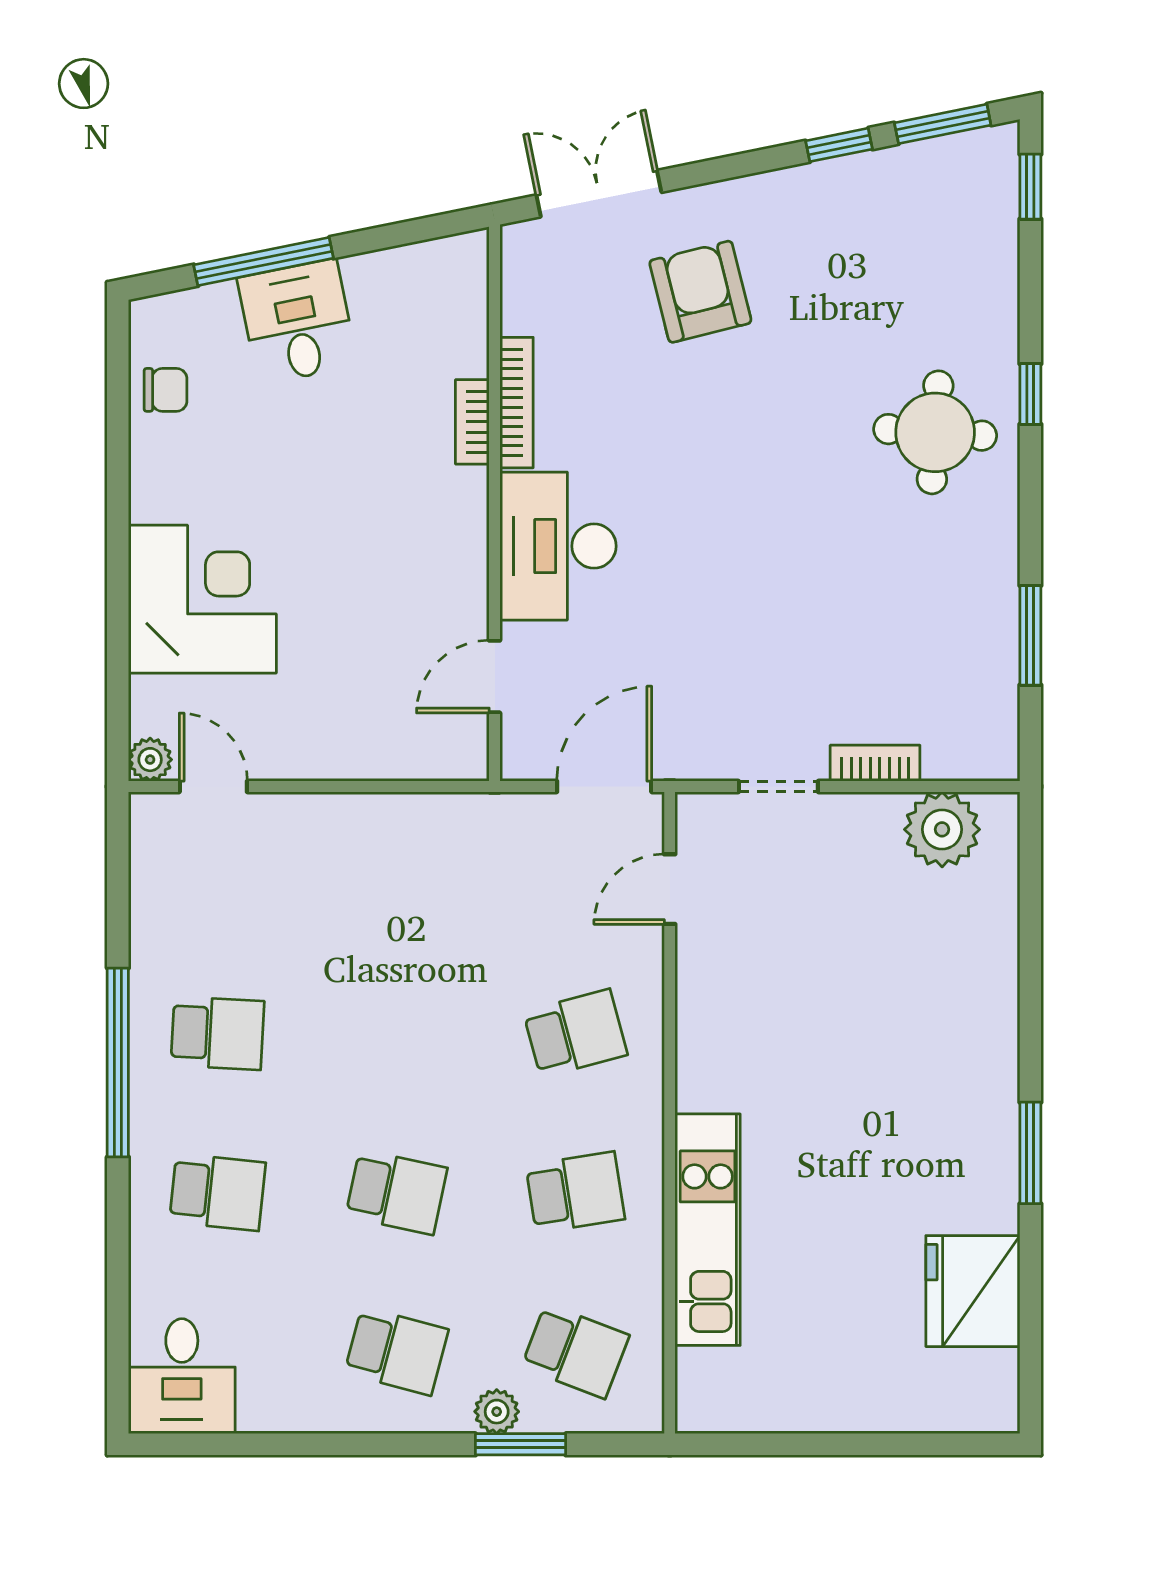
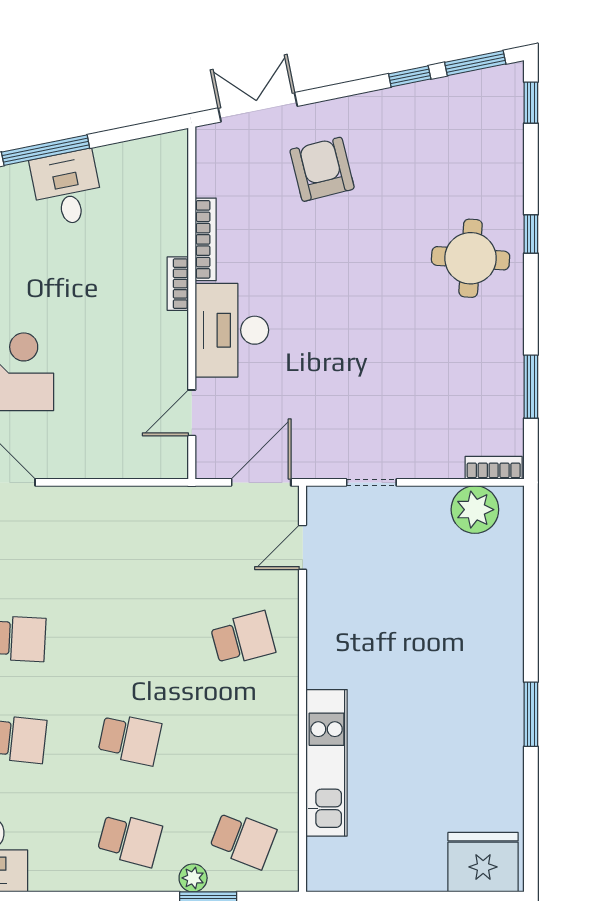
bookcase: (472, 422) -> (178, 284), moved
bookcase: (875, 763) -> (494, 468), moved
school desk: (575, 1192) -> (243, 739), removed
fridge: (973, 1291) -> (483, 862), moved, turned 90

